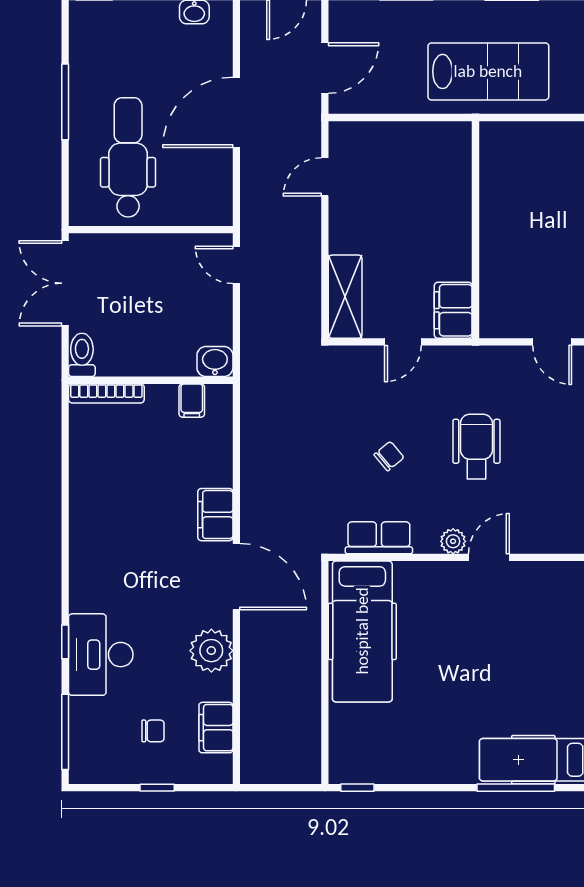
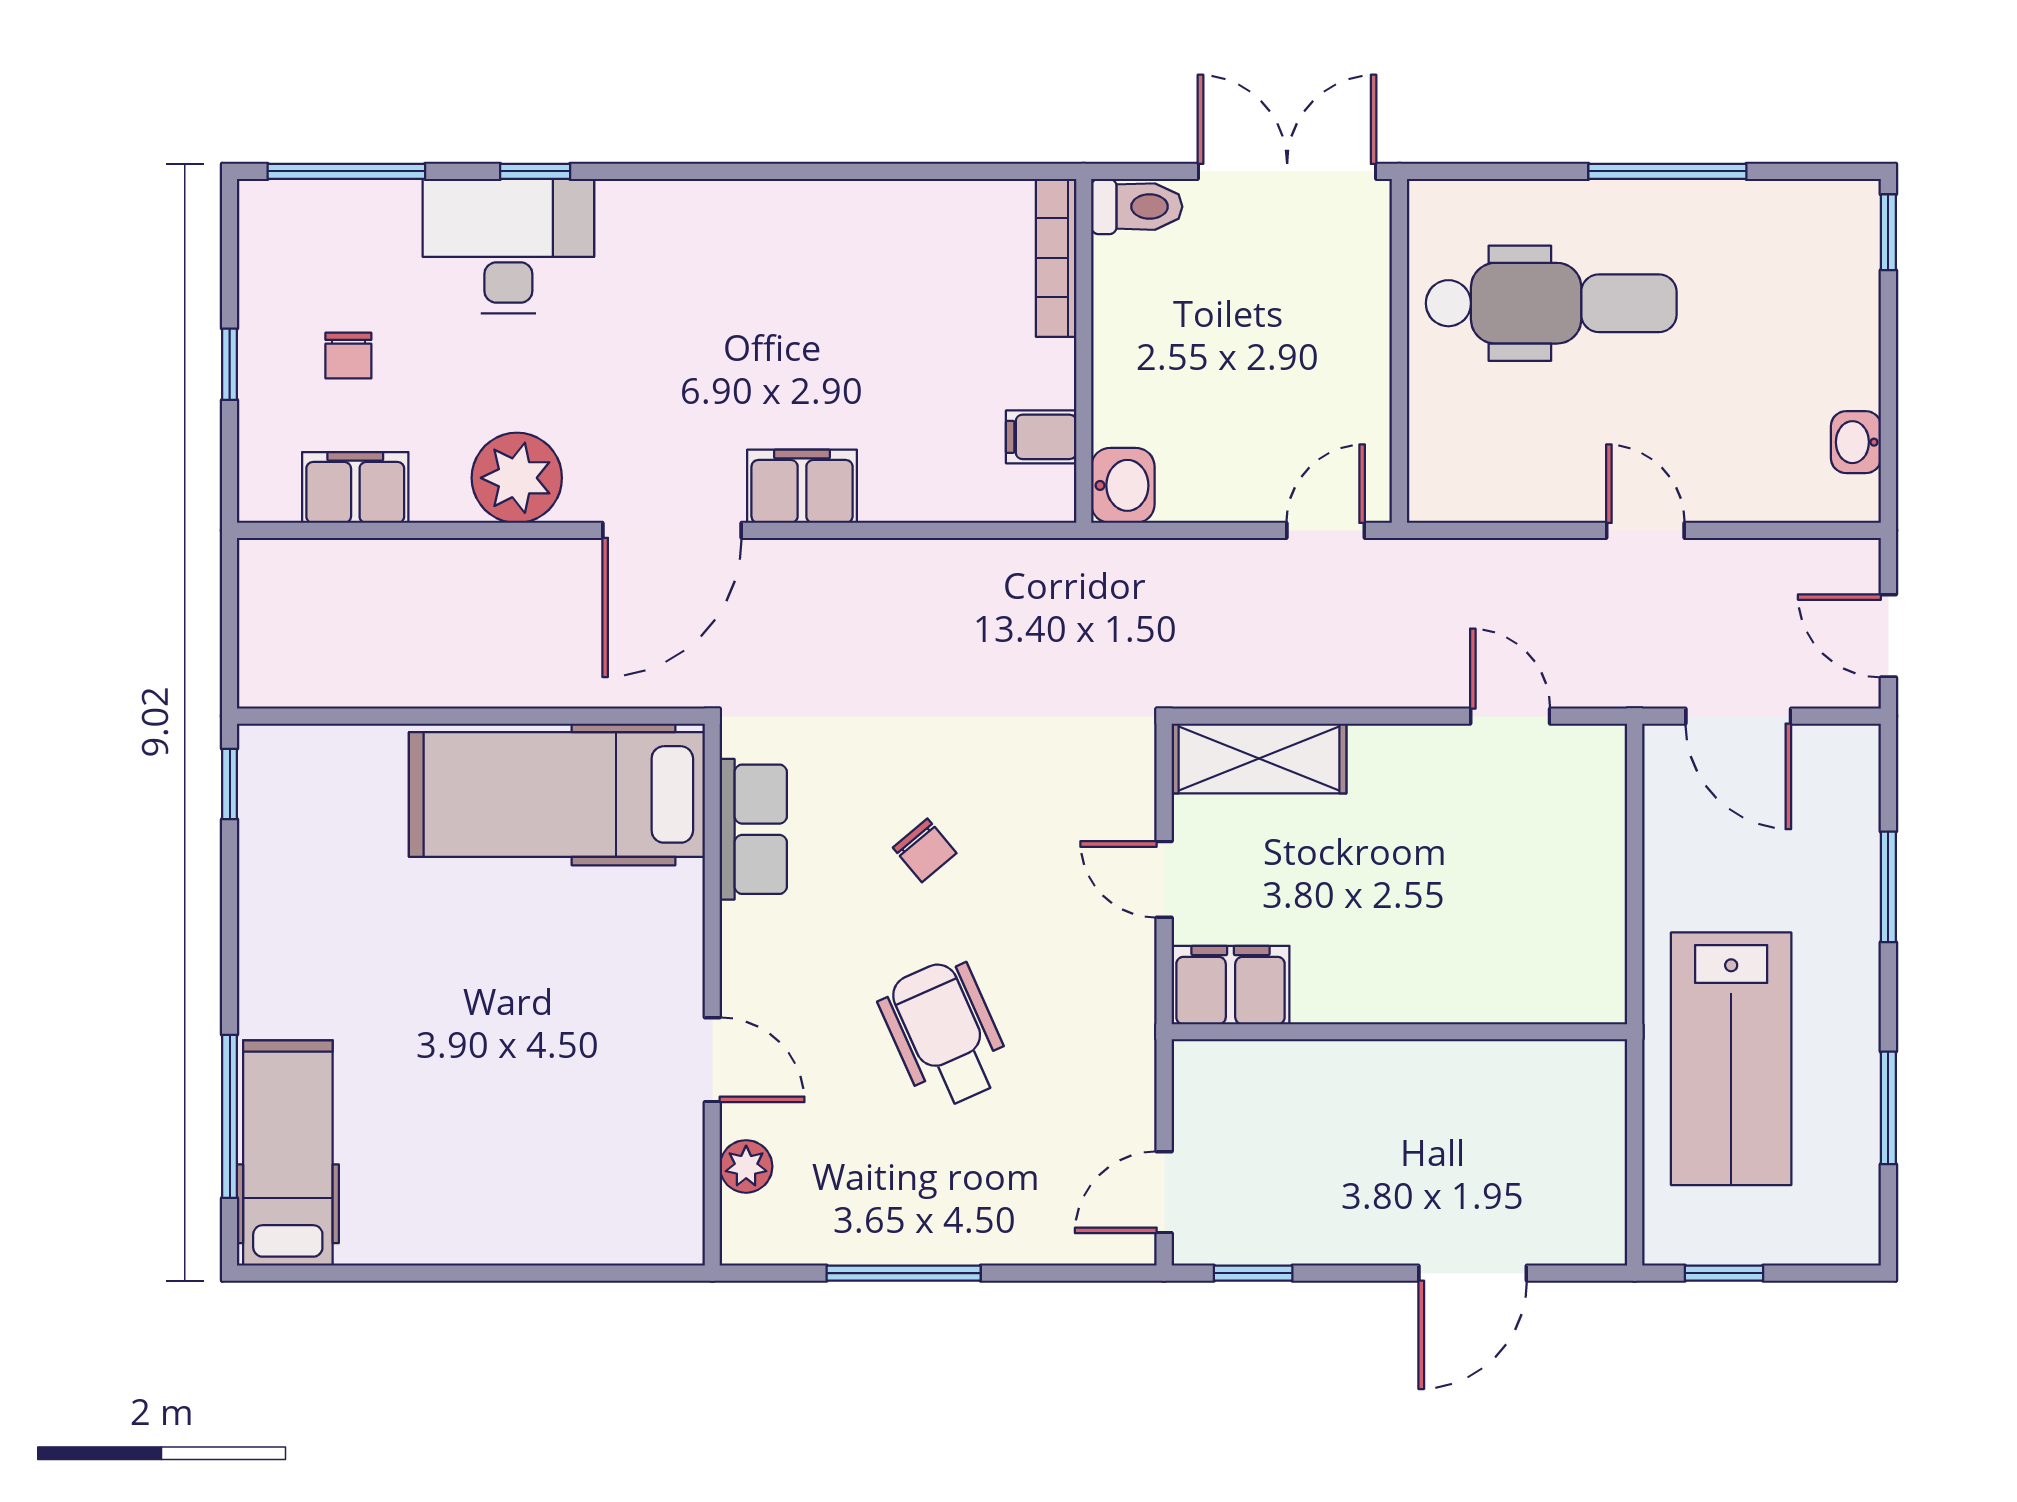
door: (236, 112) -> (1645, 530), width x0.53
wheelchair: (476, 446) -> (945, 1034), turned -114
plant: (453, 541) -> (746, 1166), moved

